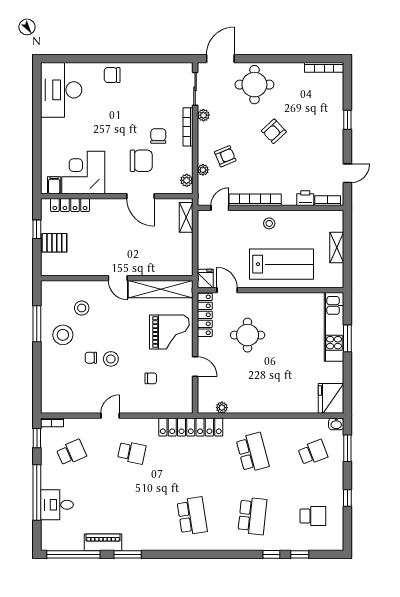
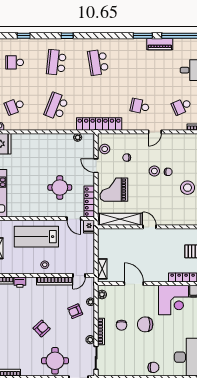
chair: (141, 161) -> (145, 324), moved
stool: (82, 308) -> (105, 149), moved
school desk: (252, 453) -> (56, 106), turned 36
window: (271, 554) -> (67, 36), moved

